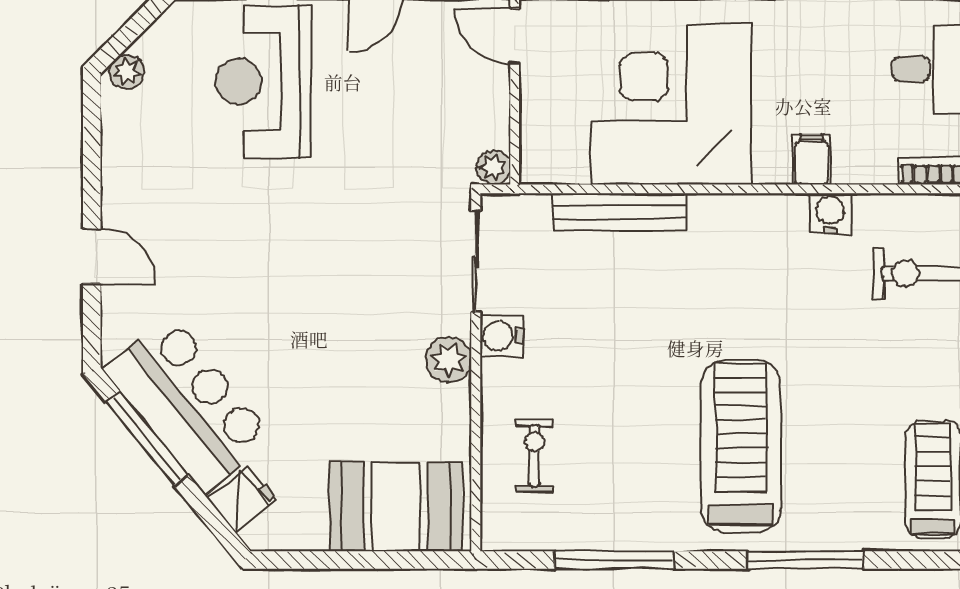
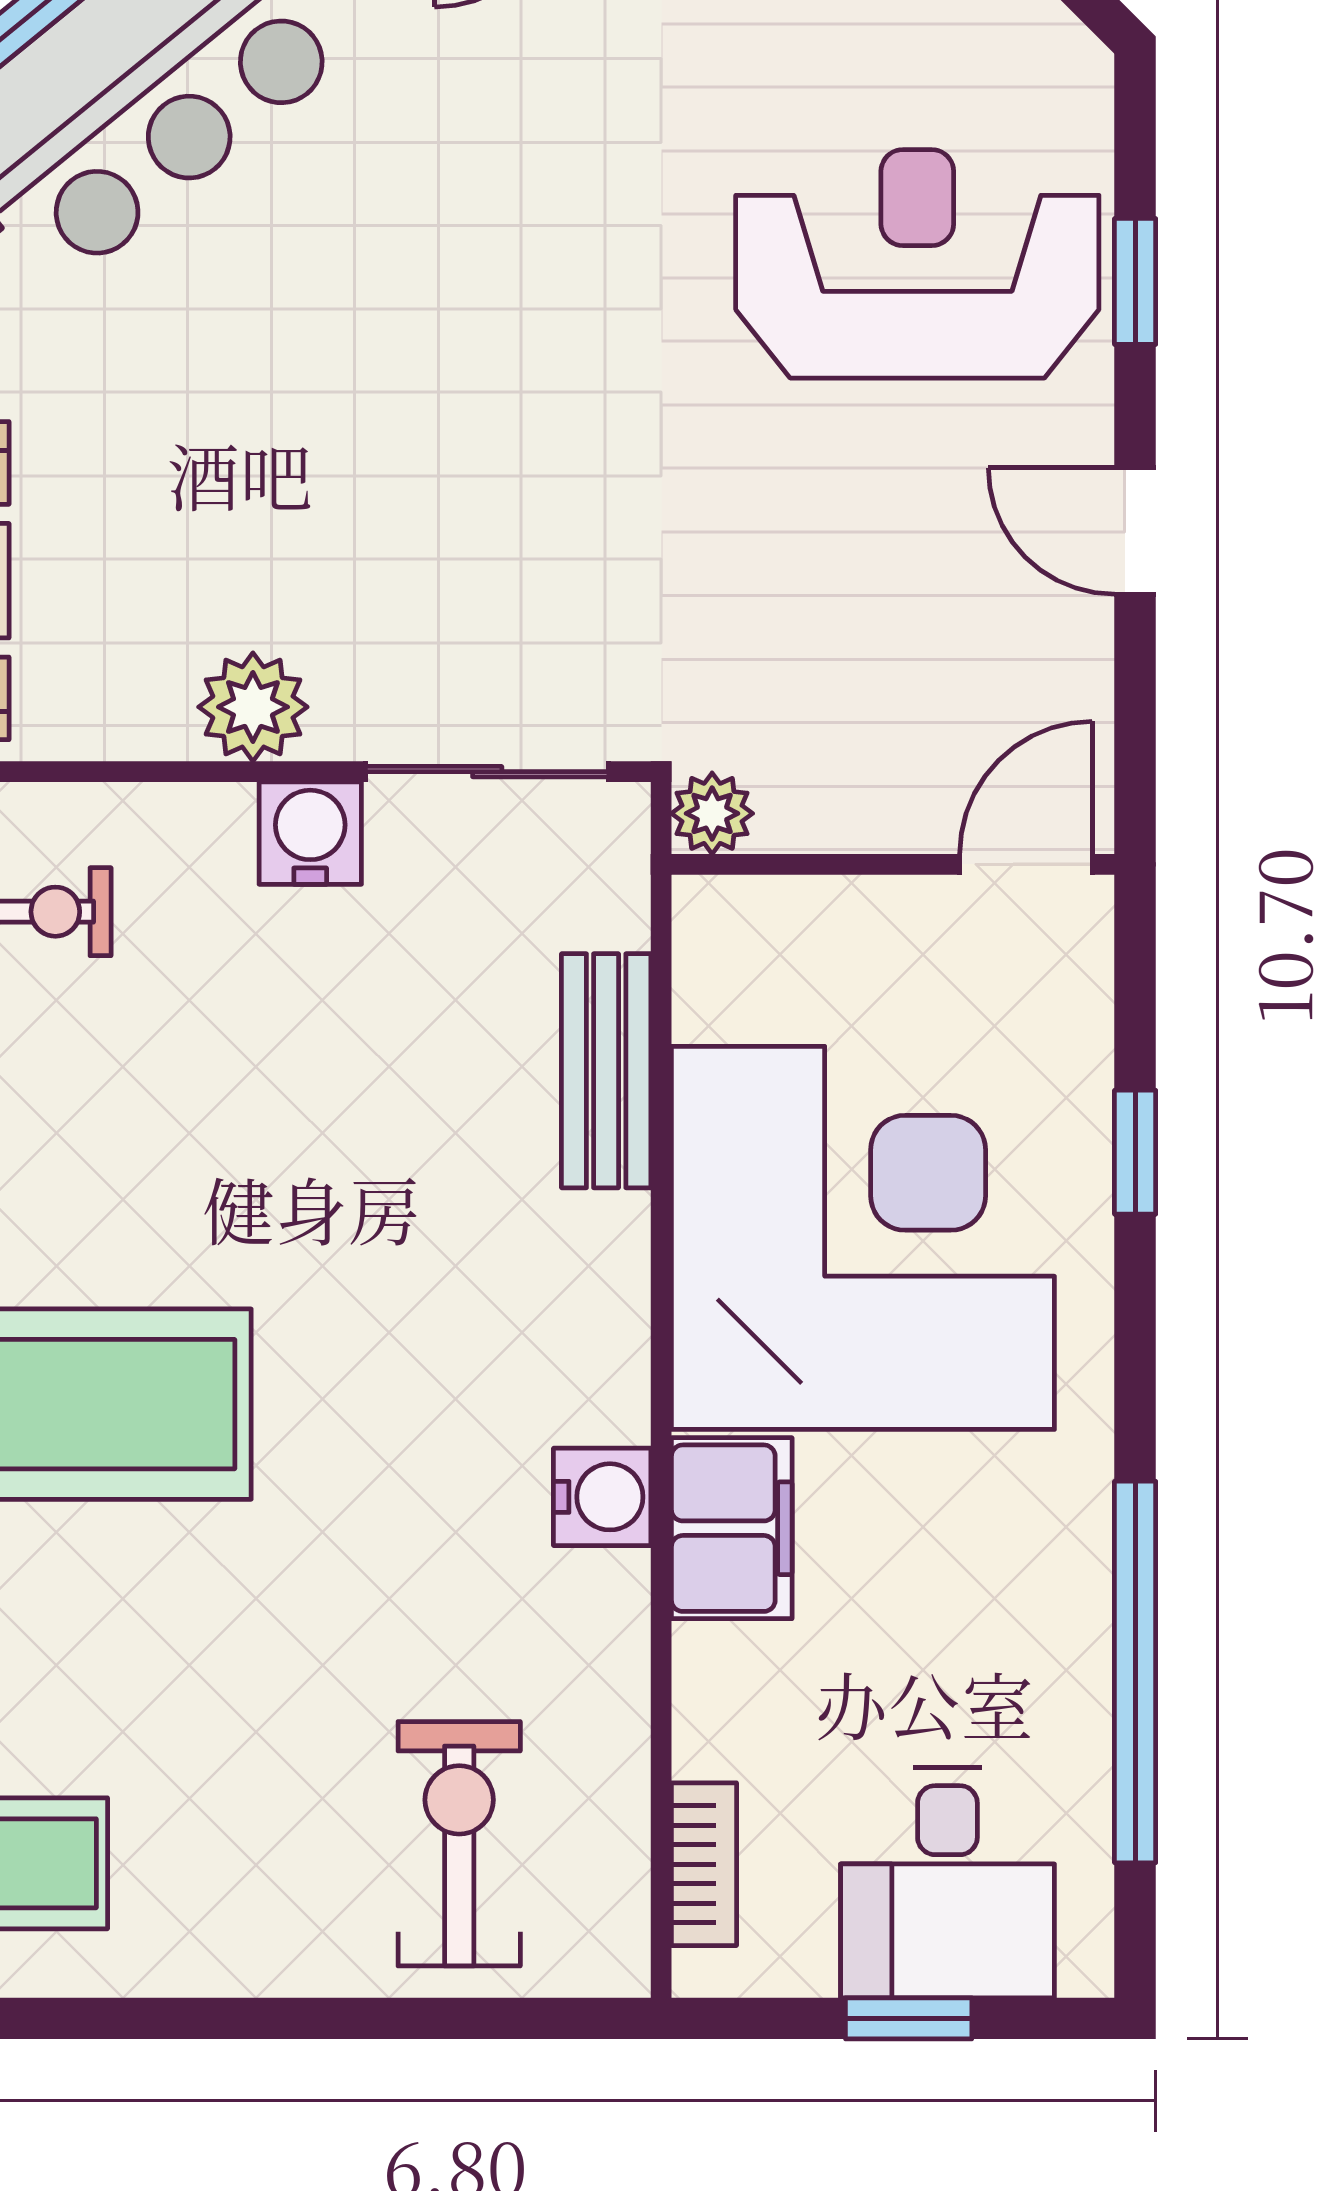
filing cabinet: (812, 159) -> (732, 1528), width x2.00
bench: (619, 212) -> (606, 1071), width x0.73
water cooler: (830, 214) -> (602, 1497), moved

